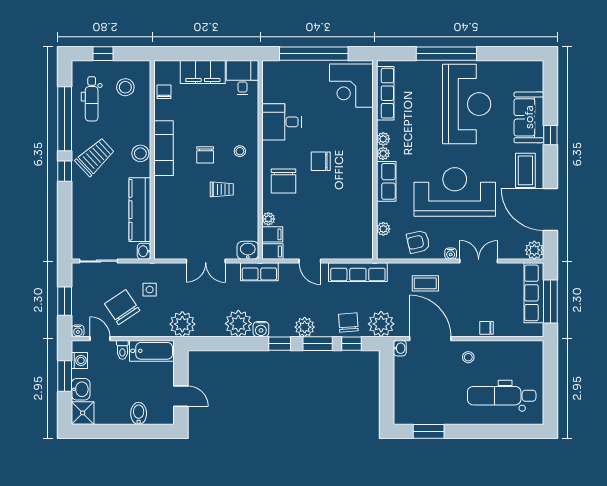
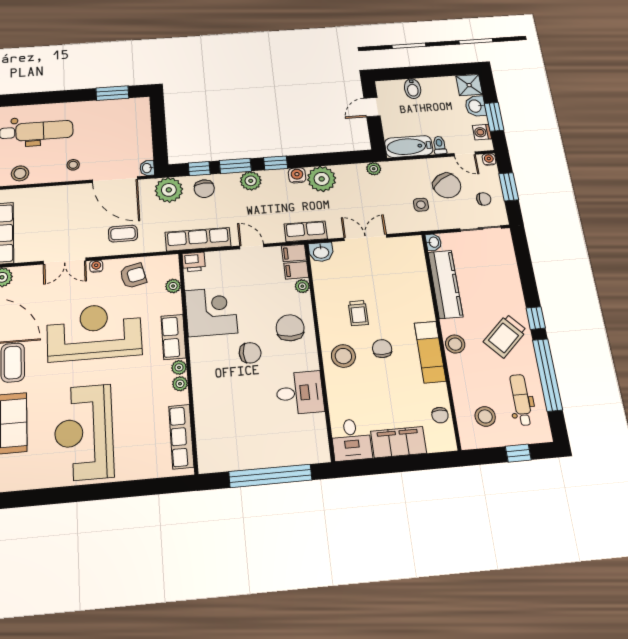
window: (446, 54) -> (110, 491), removed
corner desk: (351, 86) -> (211, 312), moved
stool: (240, 151) -> (343, 356), width x1.89, depth x1.89
trolley: (222, 189) -> (358, 313), turned -90
reception desk: (455, 192) -> (94, 332), turned 180
printer: (363, 250) -> (194, 262), added
plant: (182, 324) -> (374, 169), width x0.53, depth x0.53
chair: (486, 328) -> (484, 199), moved
stool: (517, 352) -> (20, 173), added
door: (181, 396) -> (372, 107), hinge flipped

